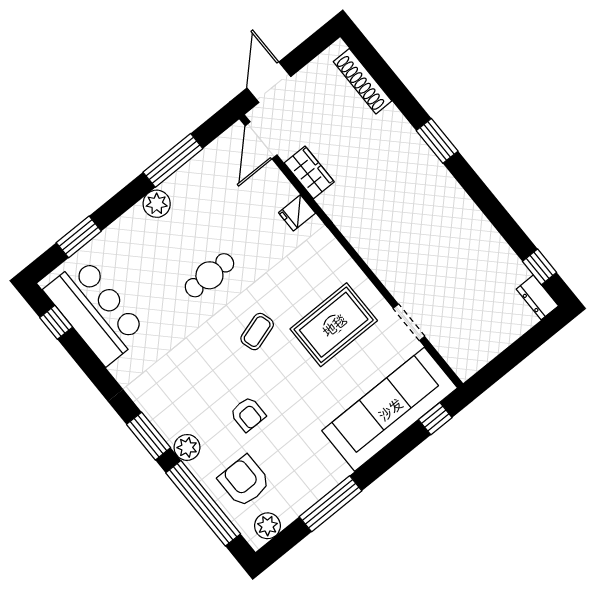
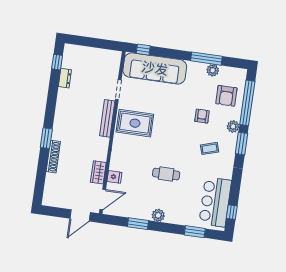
shoe rack: (363, 81) -> (53, 157), moved
window: (173, 160) -> (138, 224), width x0.69
fridge: (297, 213) -> (114, 177), moved
bench: (380, 264) -> (107, 118), added
dresser: (537, 297) -> (65, 78), moved
rug: (334, 325) -> (135, 123), moved
coffee table: (257, 332) -> (210, 148), moved
plant: (267, 526) -> (213, 70), moved

